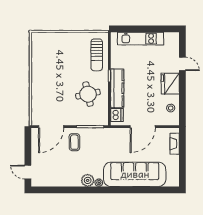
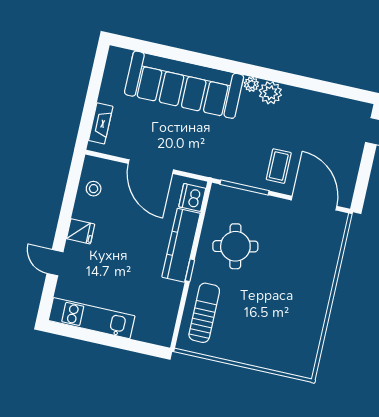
kitchen unit: (141, 39) -> (92, 318), moved
fridge: (170, 84) -> (81, 231), width x0.53, depth x0.75
door: (51, 127) -> (314, 203), hinge flipped
door: (143, 127) -> (151, 167), swing flipped

